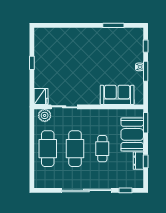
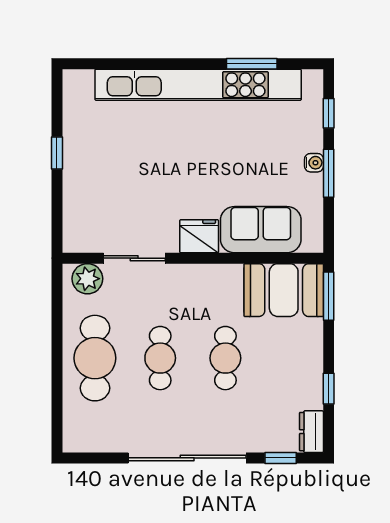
kitchen unit: (91, 34) -> (198, 85), added
fridge: (41, 97) -> (199, 236), moved, turned -90
booth: (132, 134) -> (284, 290), moved, turned 90
cafe table: (75, 149) -> (160, 358), width x0.73, depth x0.74
dresser: (138, 161) -> (312, 432), moved

